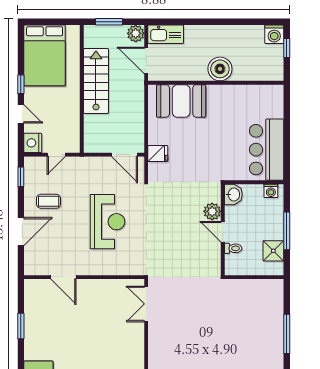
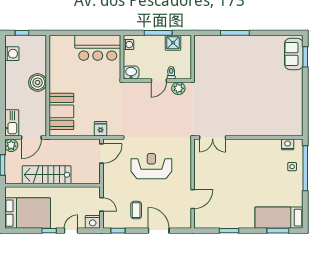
washing machine: (274, 34) -> (12, 54), moved
plant: (212, 211) -> (178, 88), moved

